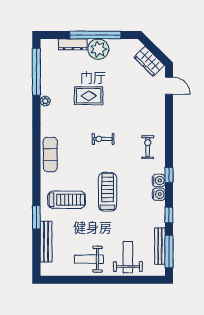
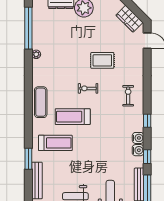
rug: (89, 96) -> (102, 60), moved
water cooler: (159, 181) -> (138, 150), moved
treadmill: (108, 192) -> (73, 117), moved, turned -90

